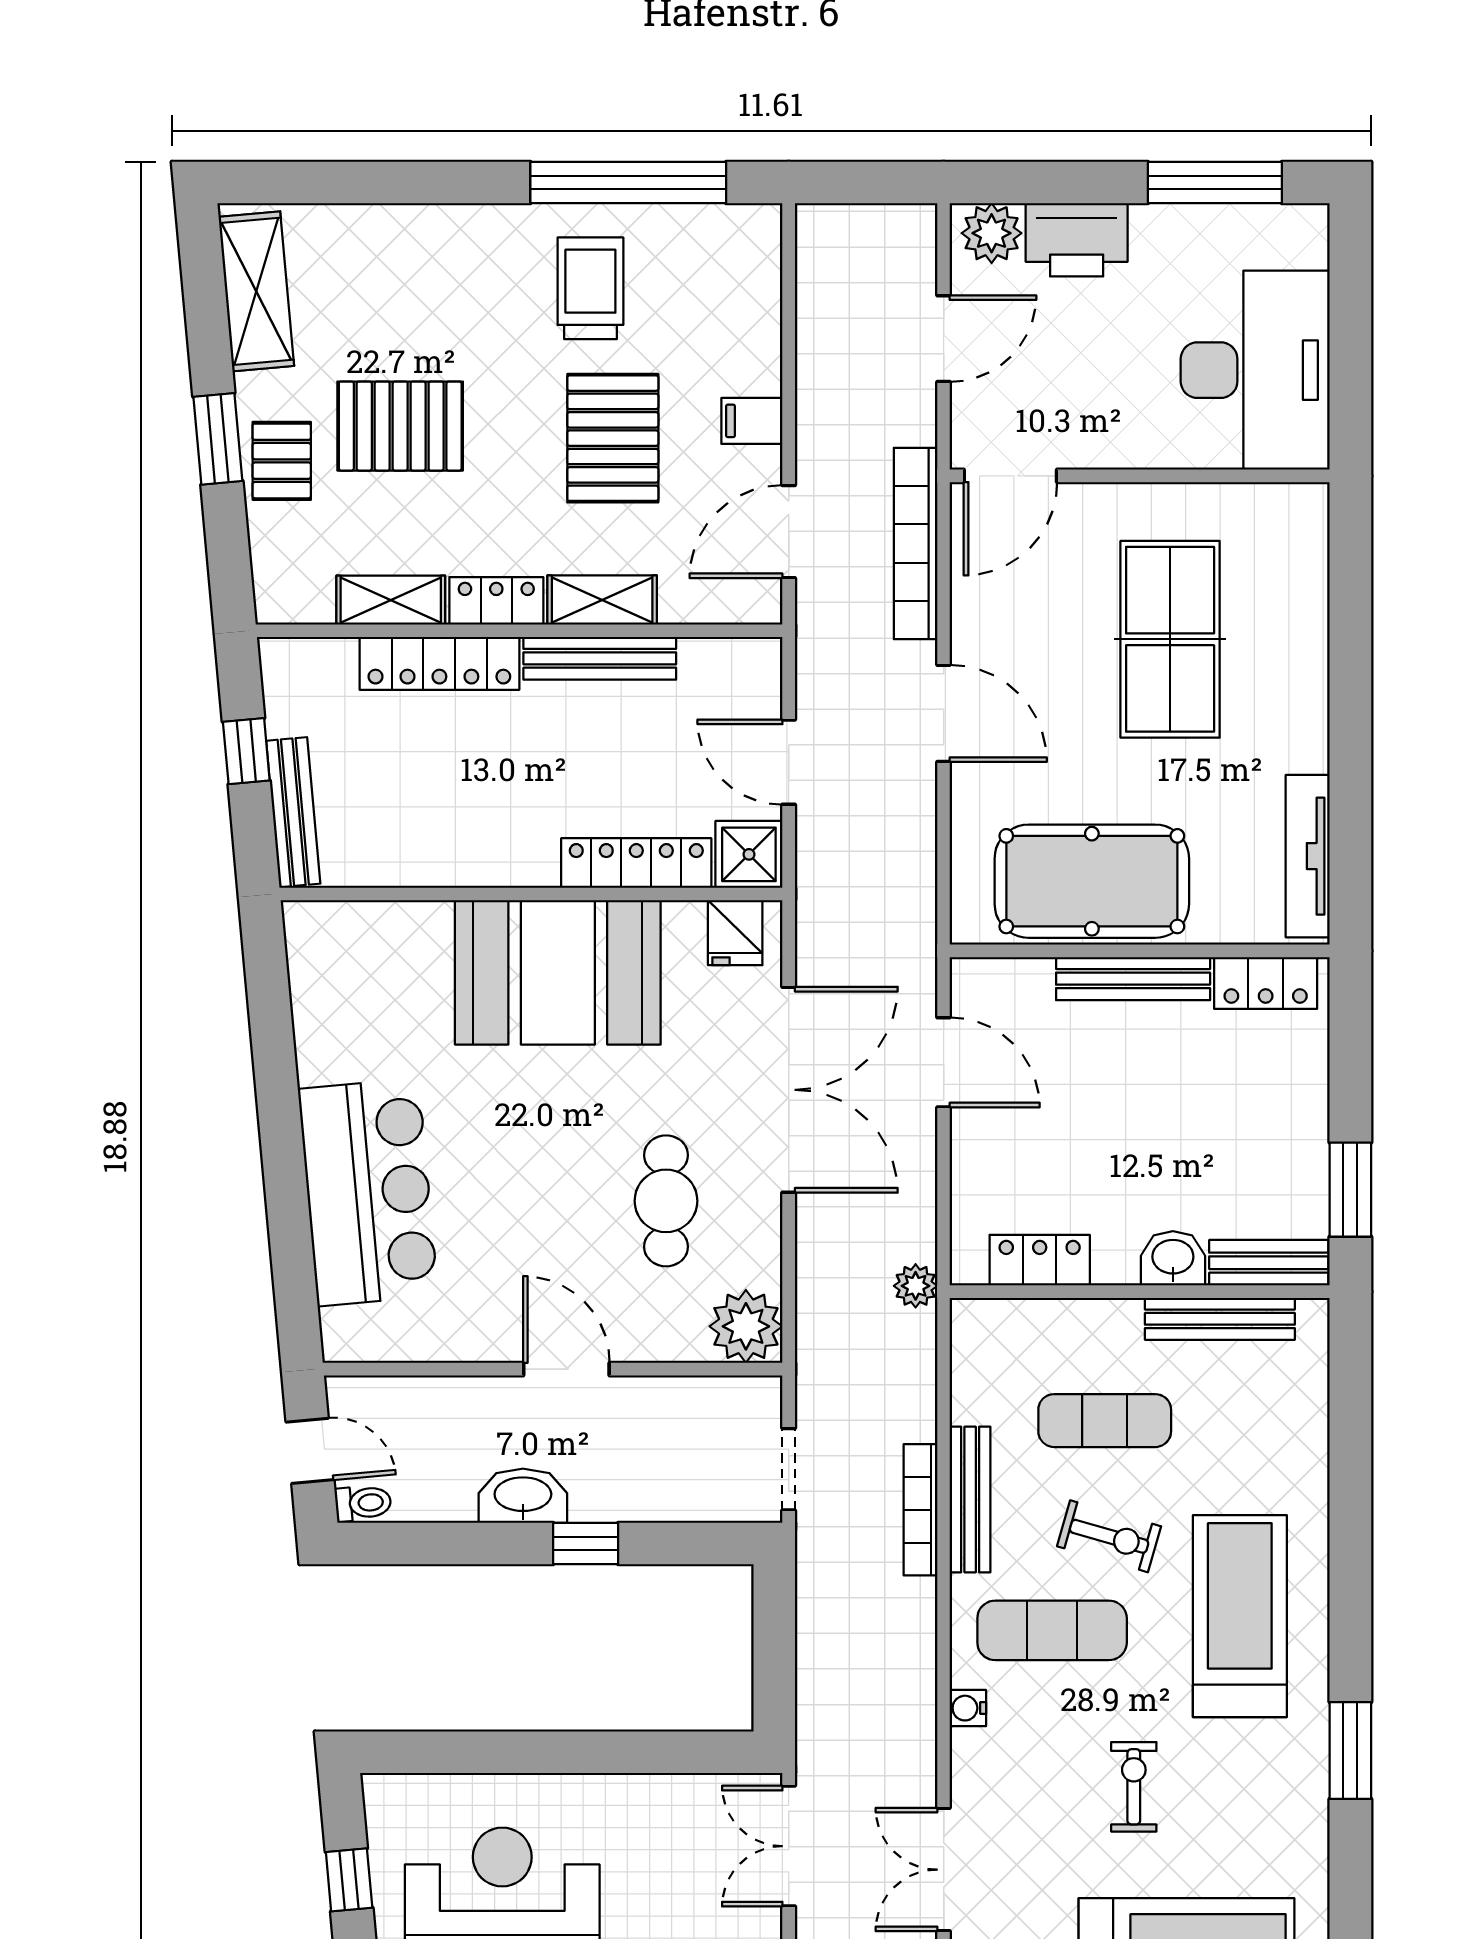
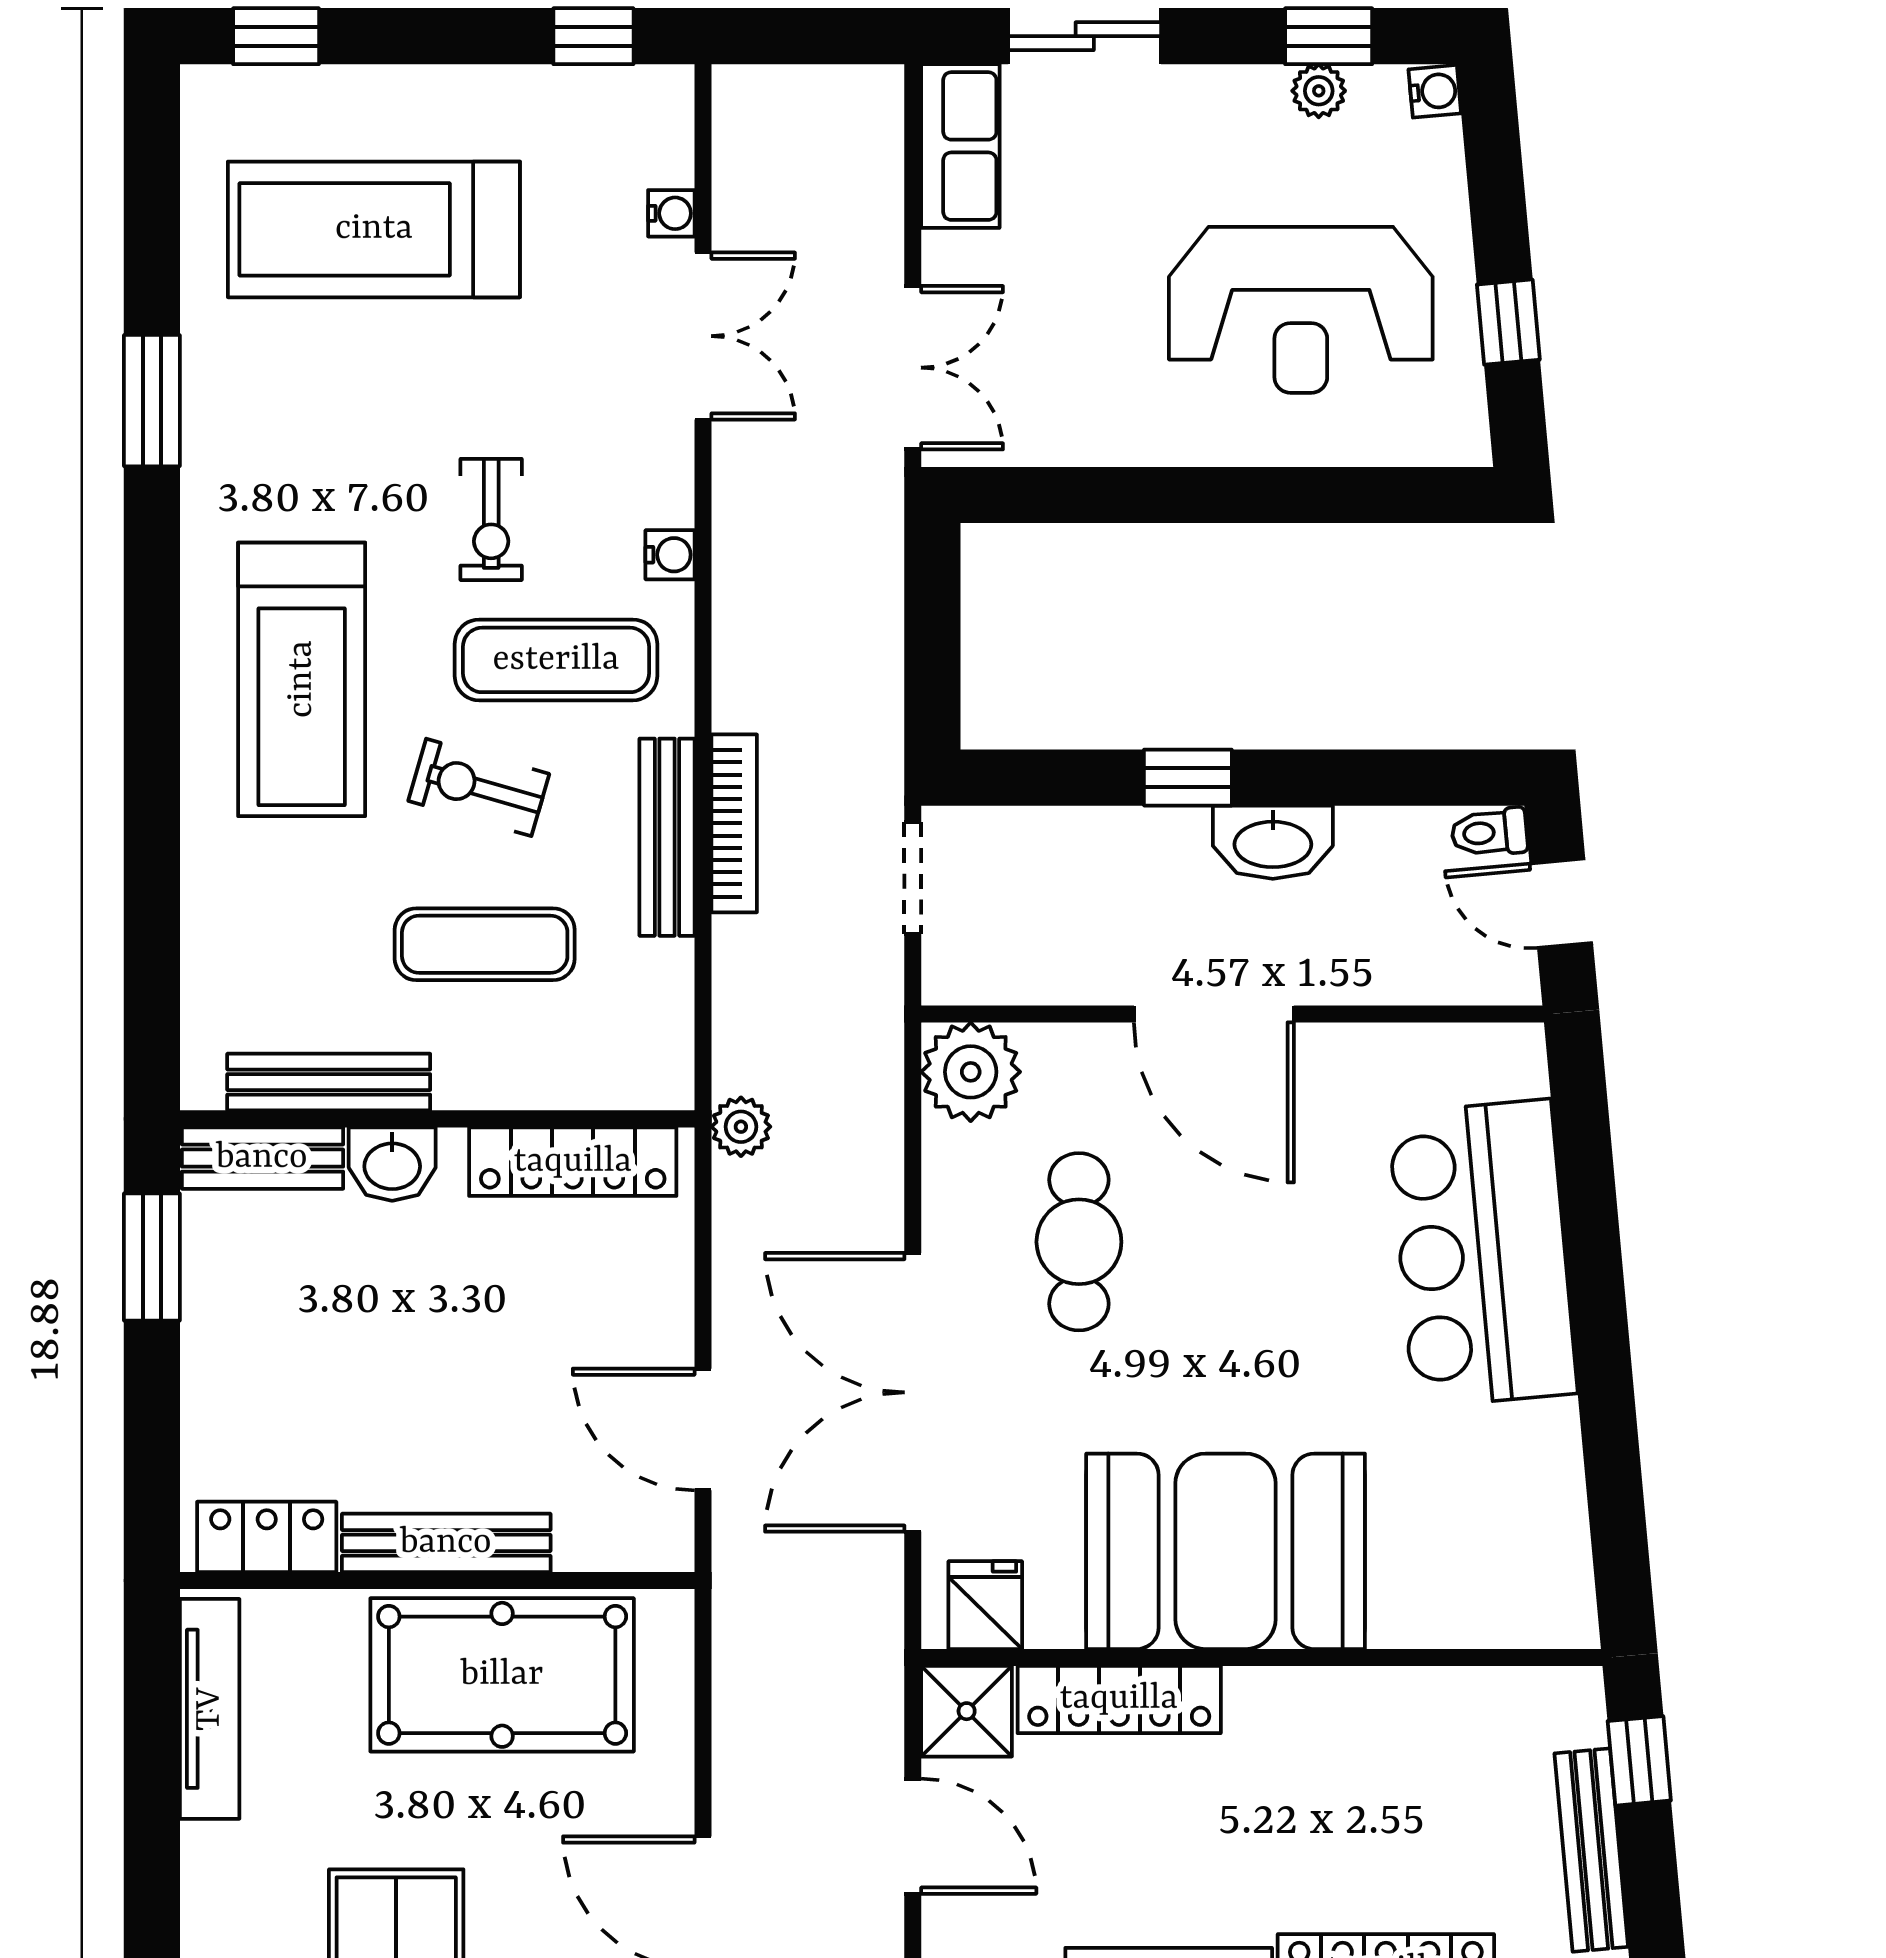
window: (246, 751) -> (1639, 1761), moved
bench: (293, 812) -> (1591, 1850), moved
locker: (1040, 1260) -> (573, 1162), width x1.53
door: (566, 1369) -> (1214, 1014), width x1.36
window: (1350, 1750) -> (152, 401), moved
exercise bike: (1134, 1787) -> (491, 519), moved

